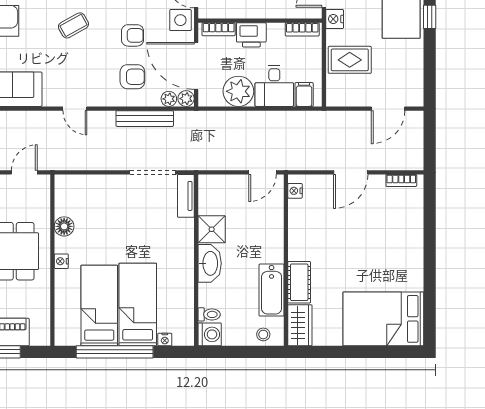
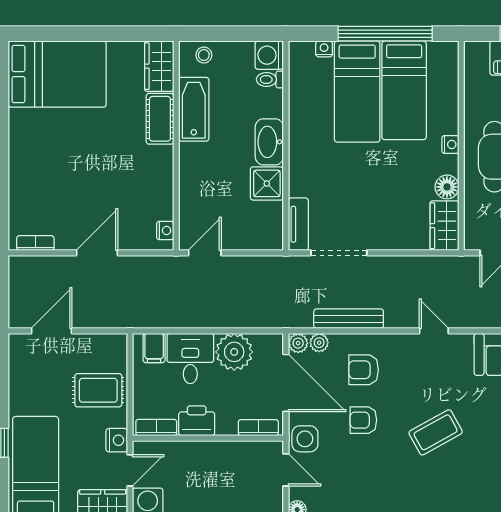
coffee table: (73, 25) -> (436, 432), width x1.36, depth x1.30
printer: (251, 35) -> (197, 421), moved
wardrobe: (66, 195) -> (444, 226), added

